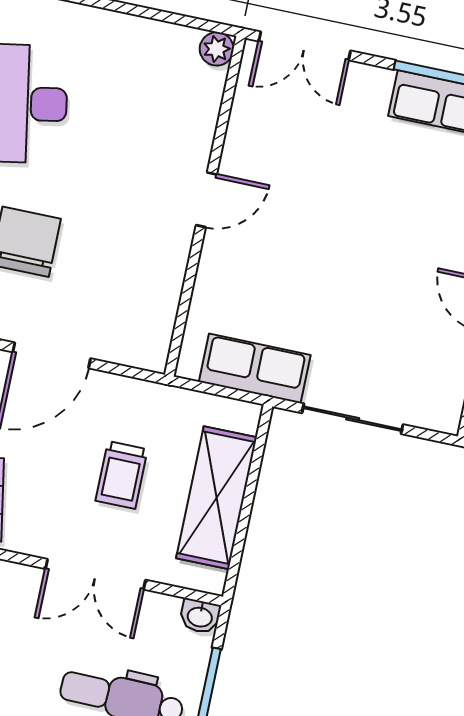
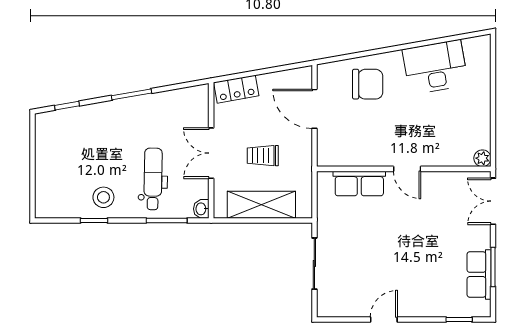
row of seats: (255, 368) -> (359, 183), moved, turned 90

